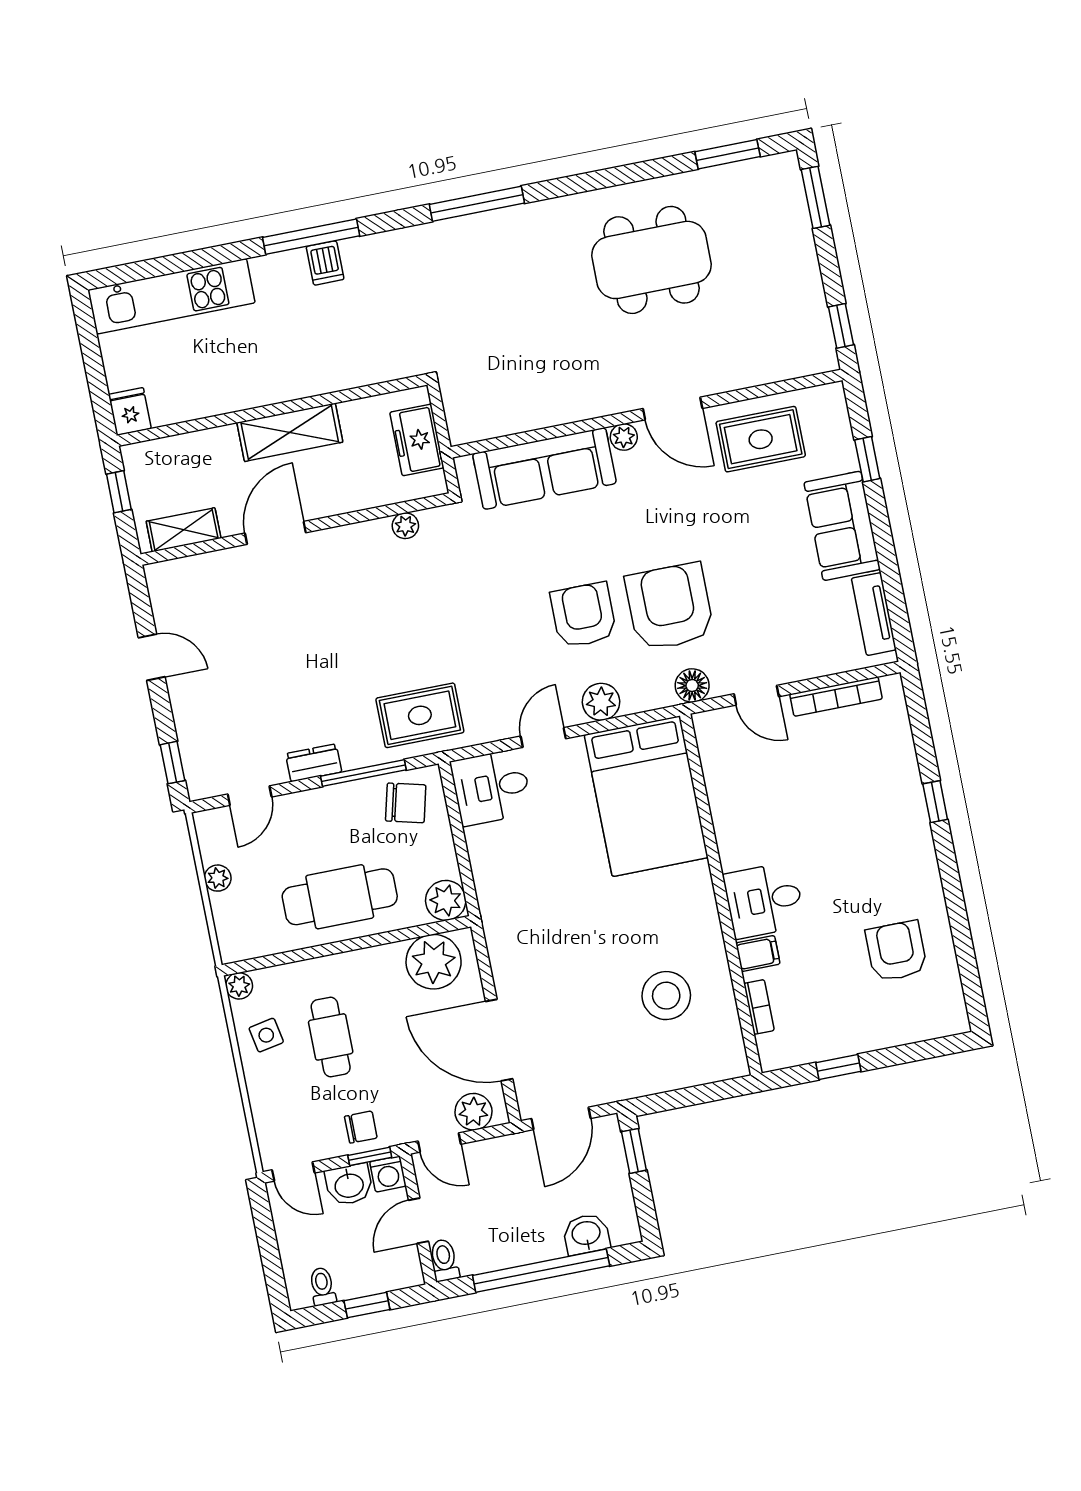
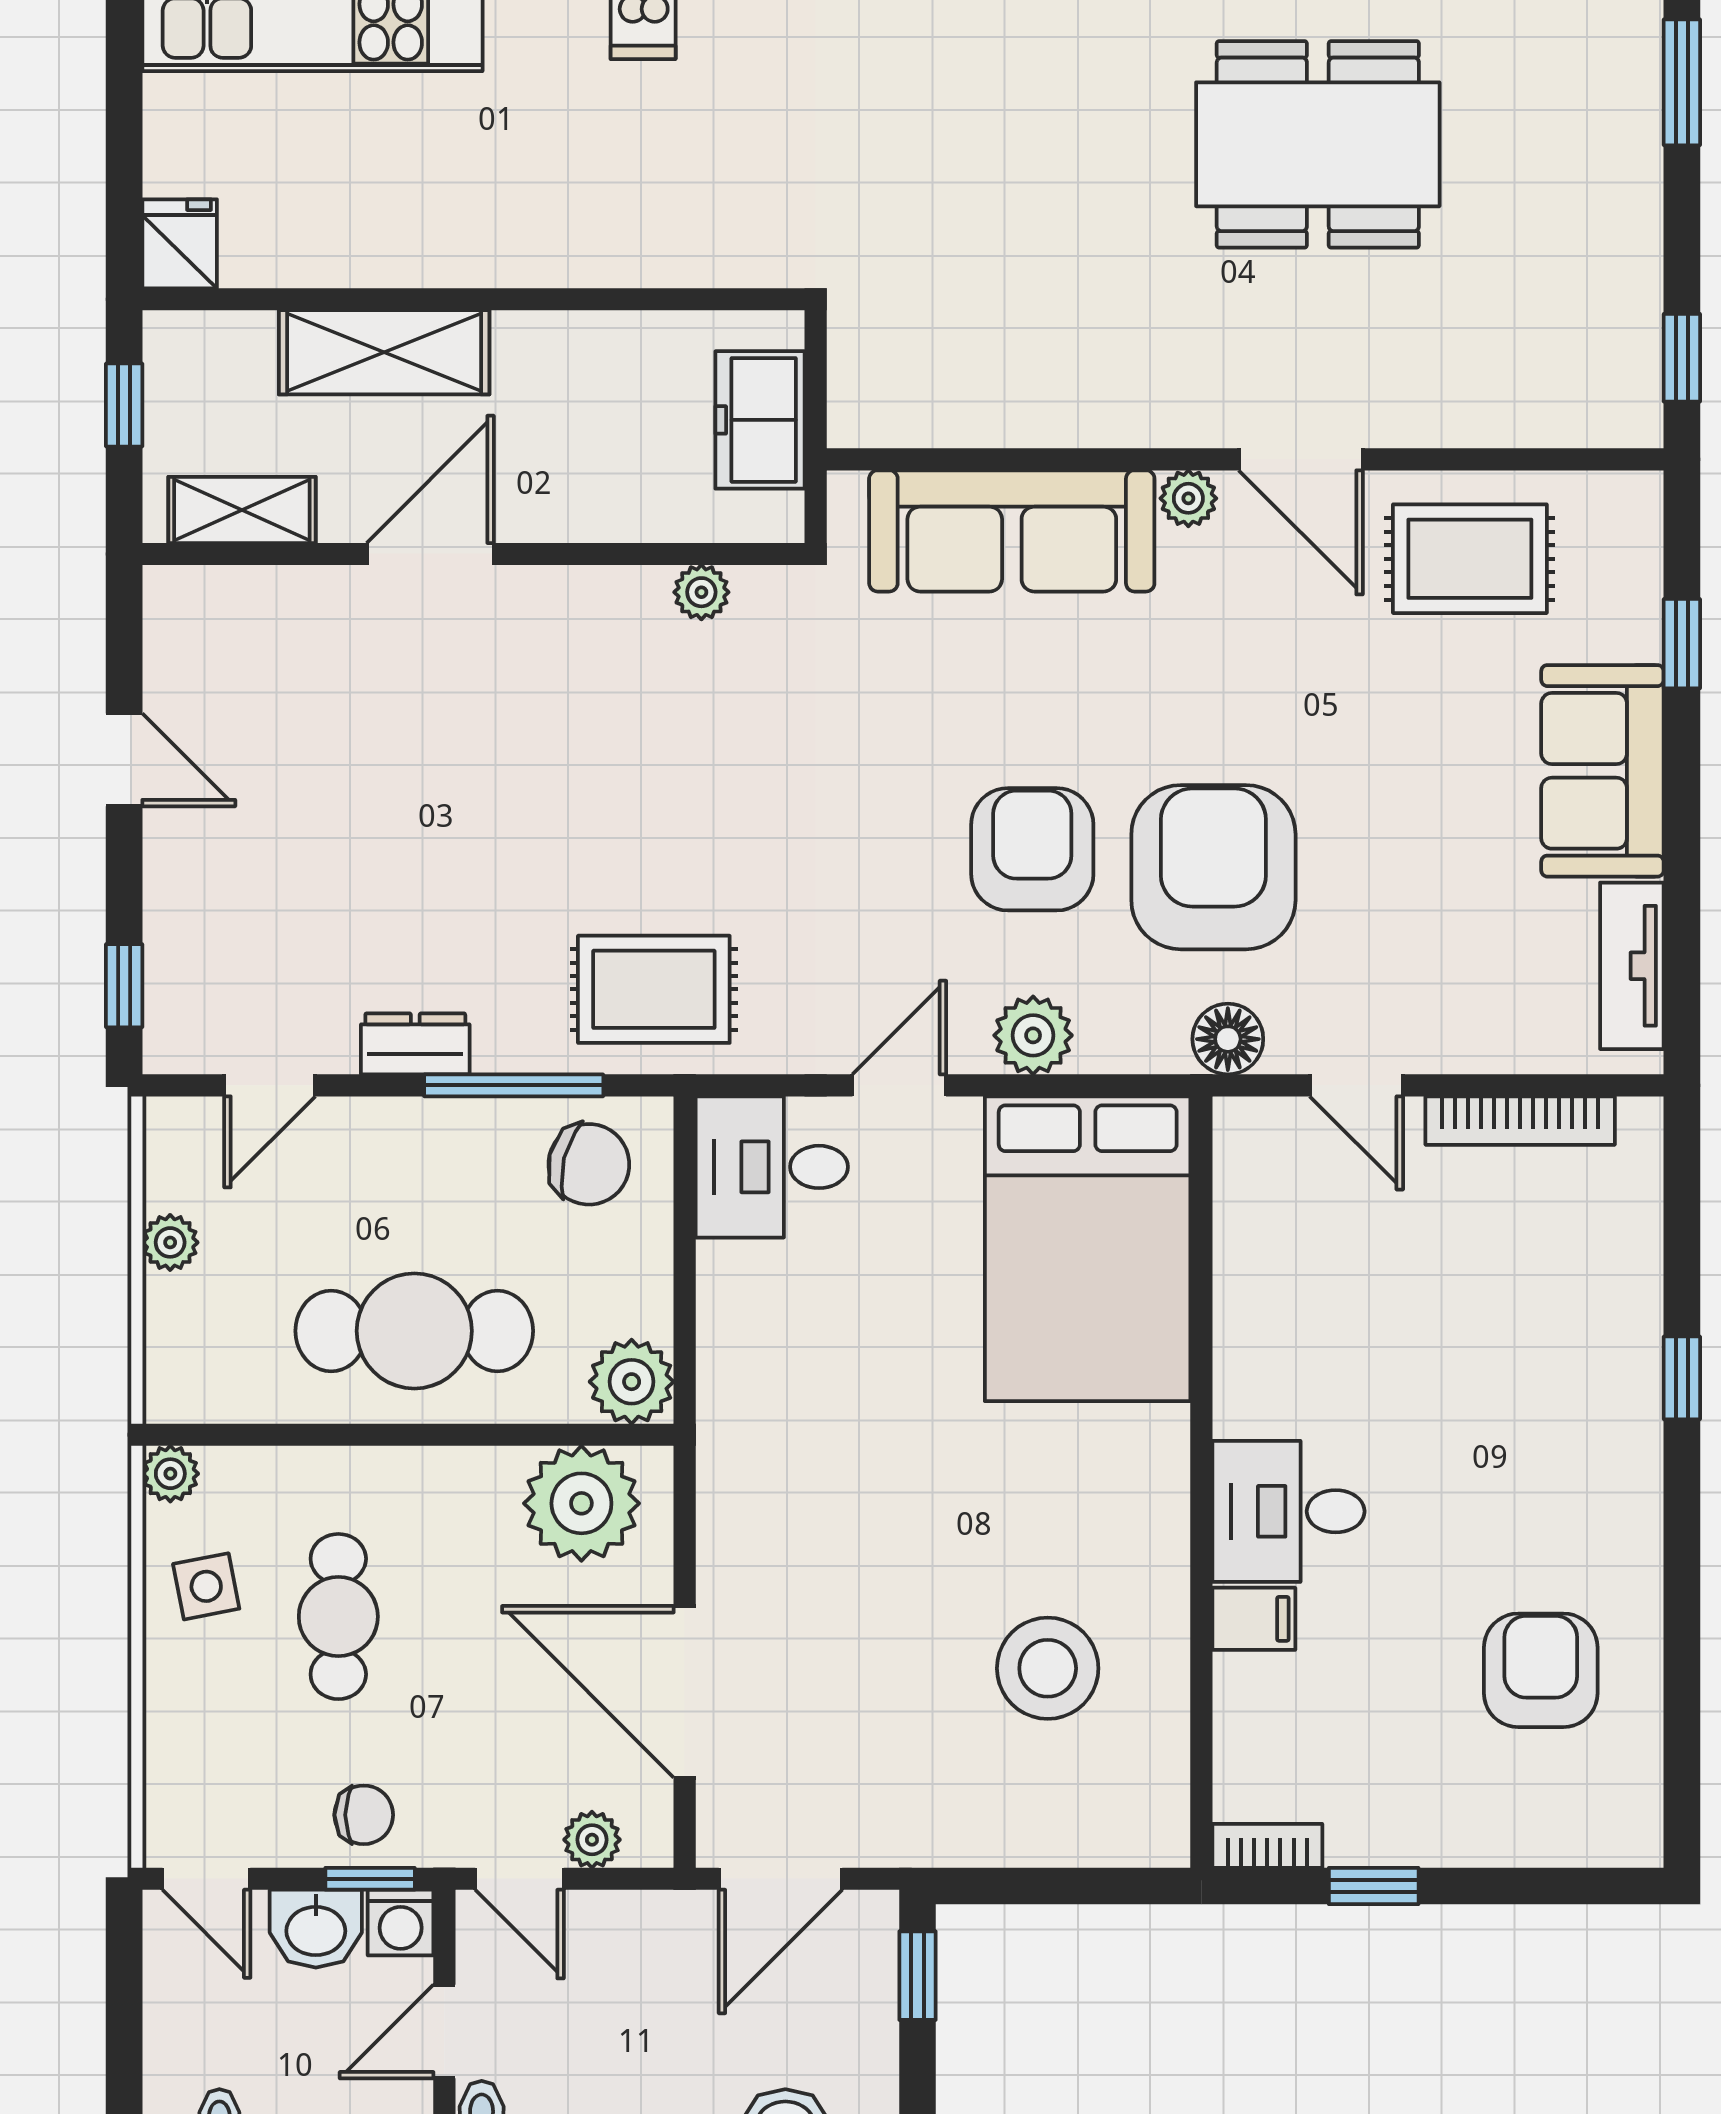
shelving: (290, 432) -> (384, 352), moved
bookcase: (759, 1007) -> (1267, 1846), moved, turned -90
plant: (473, 1112) -> (592, 1840), width x0.73, depth x0.73

